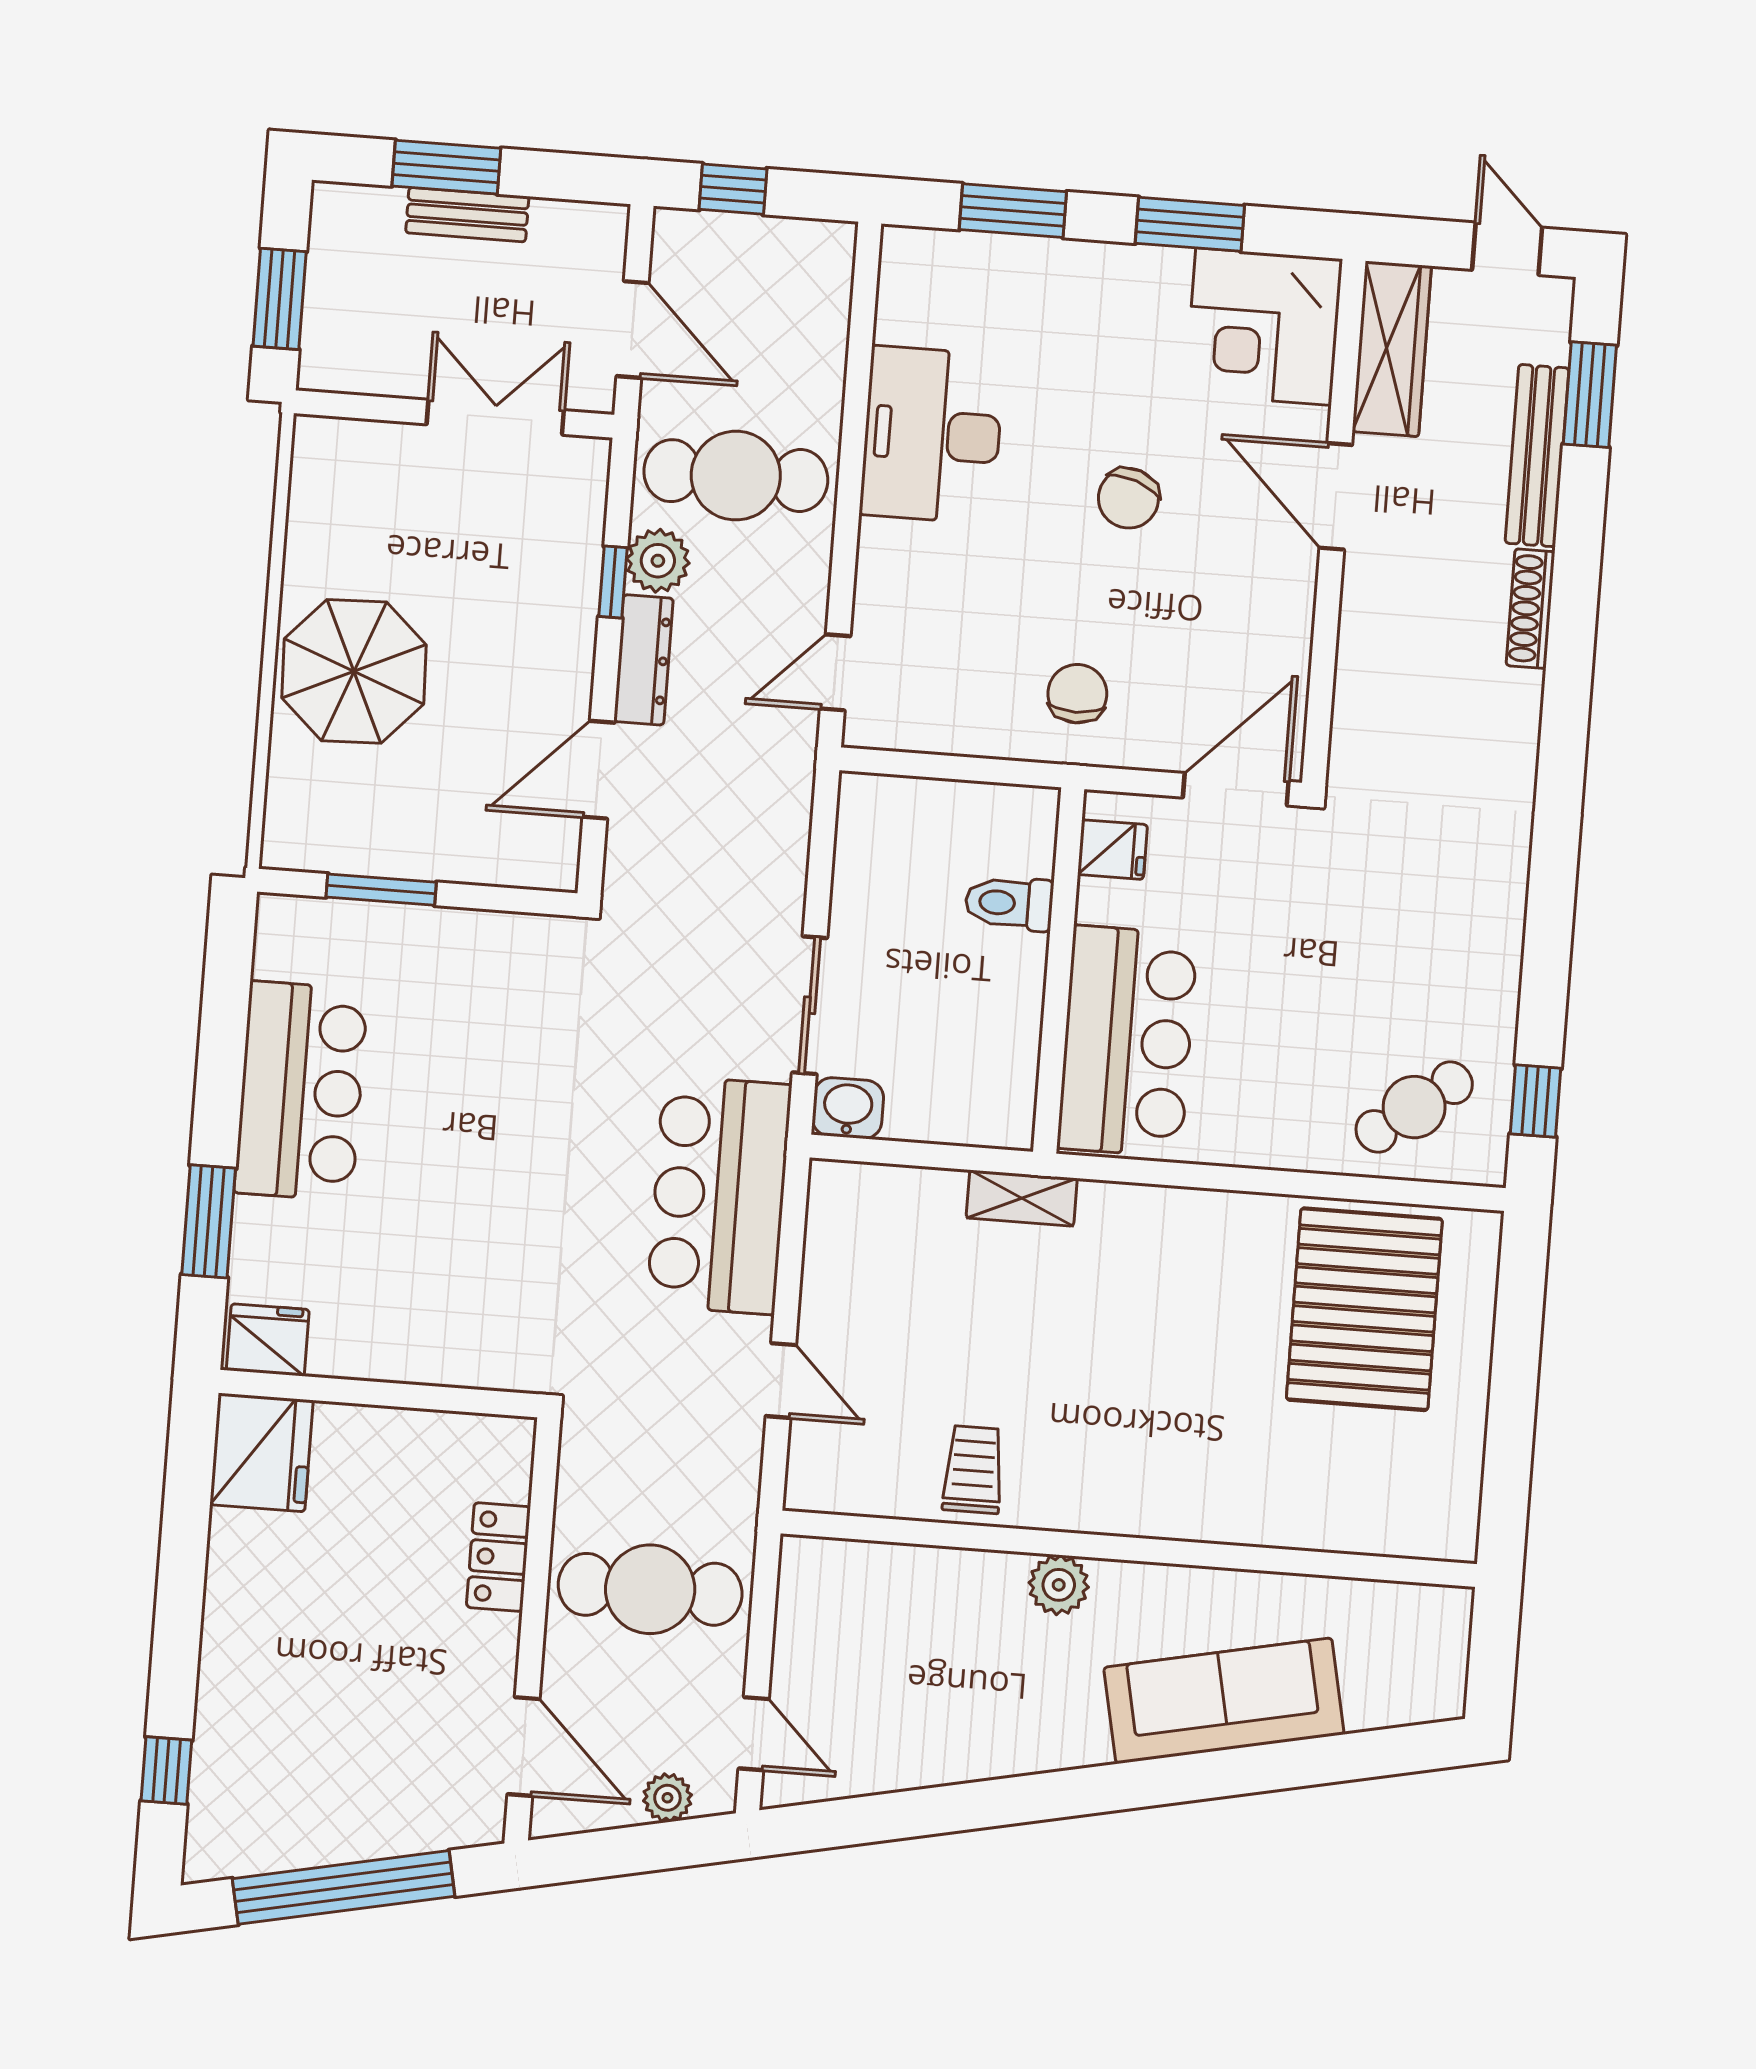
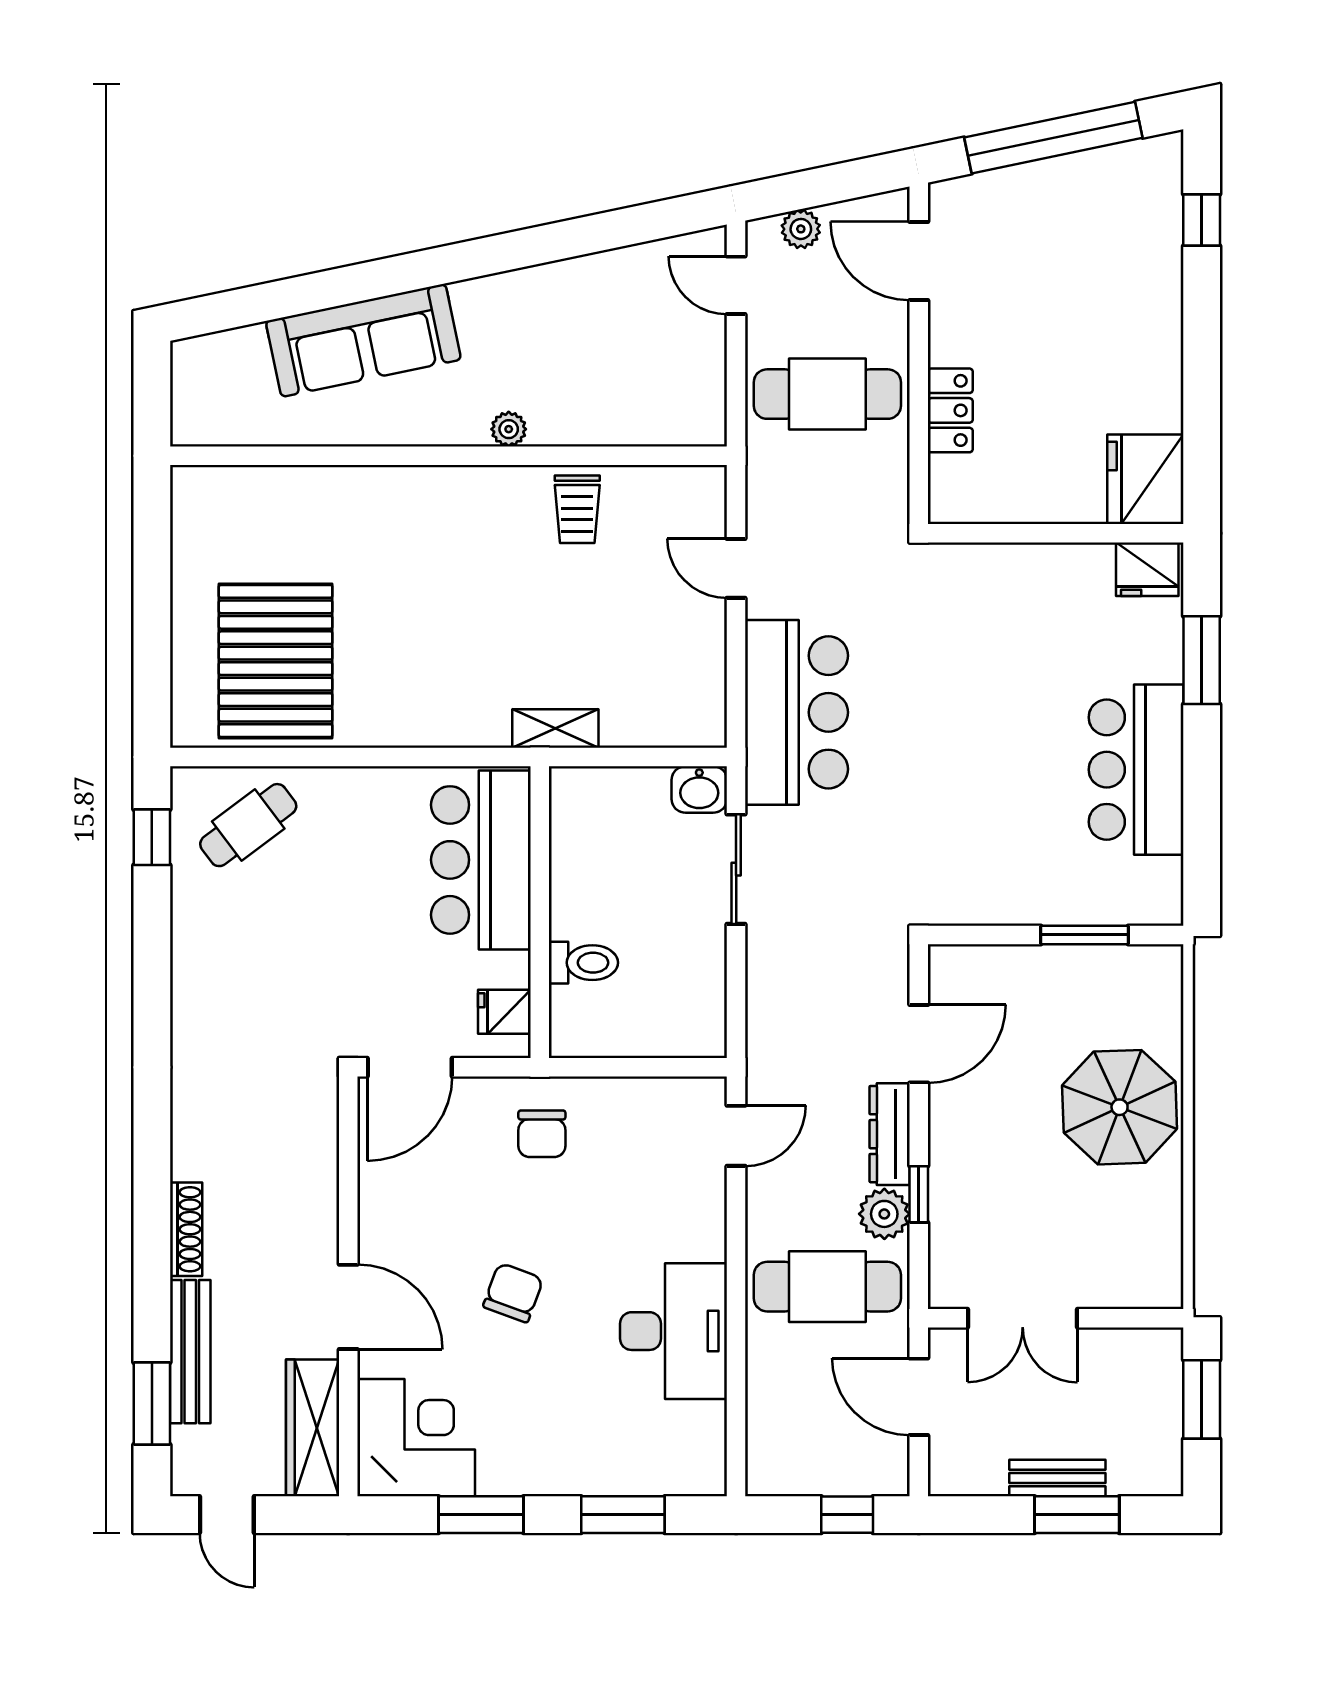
plant: (1059, 1585) -> (509, 429), width x0.73, depth x0.73

